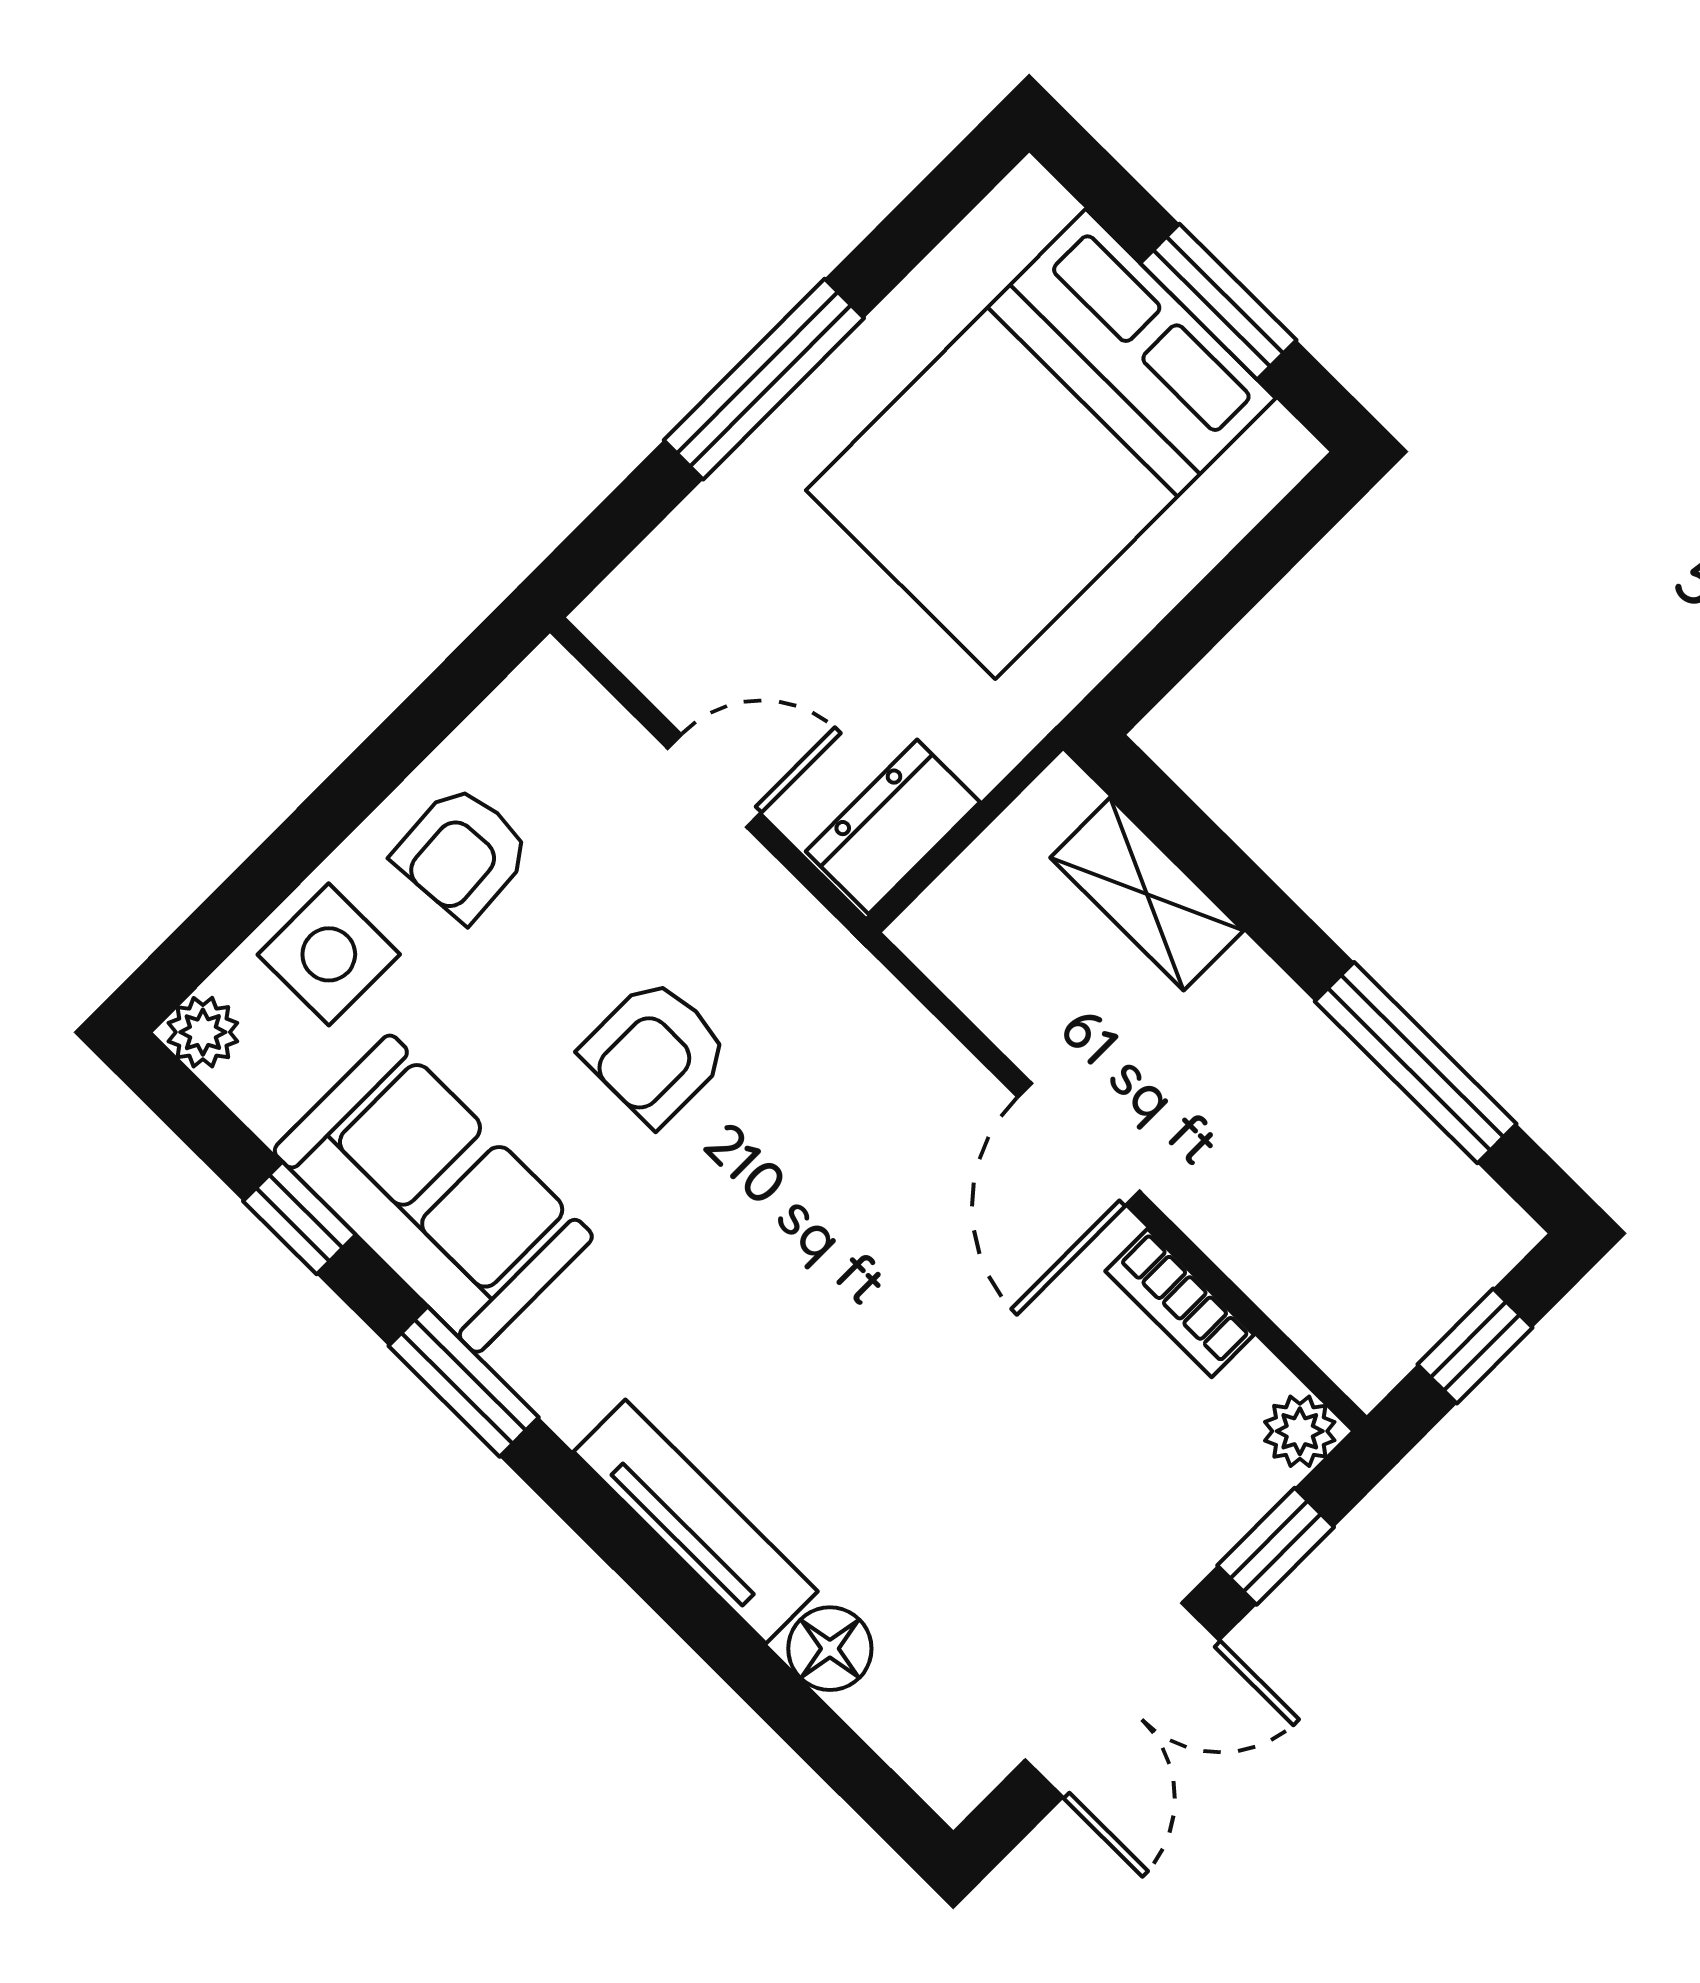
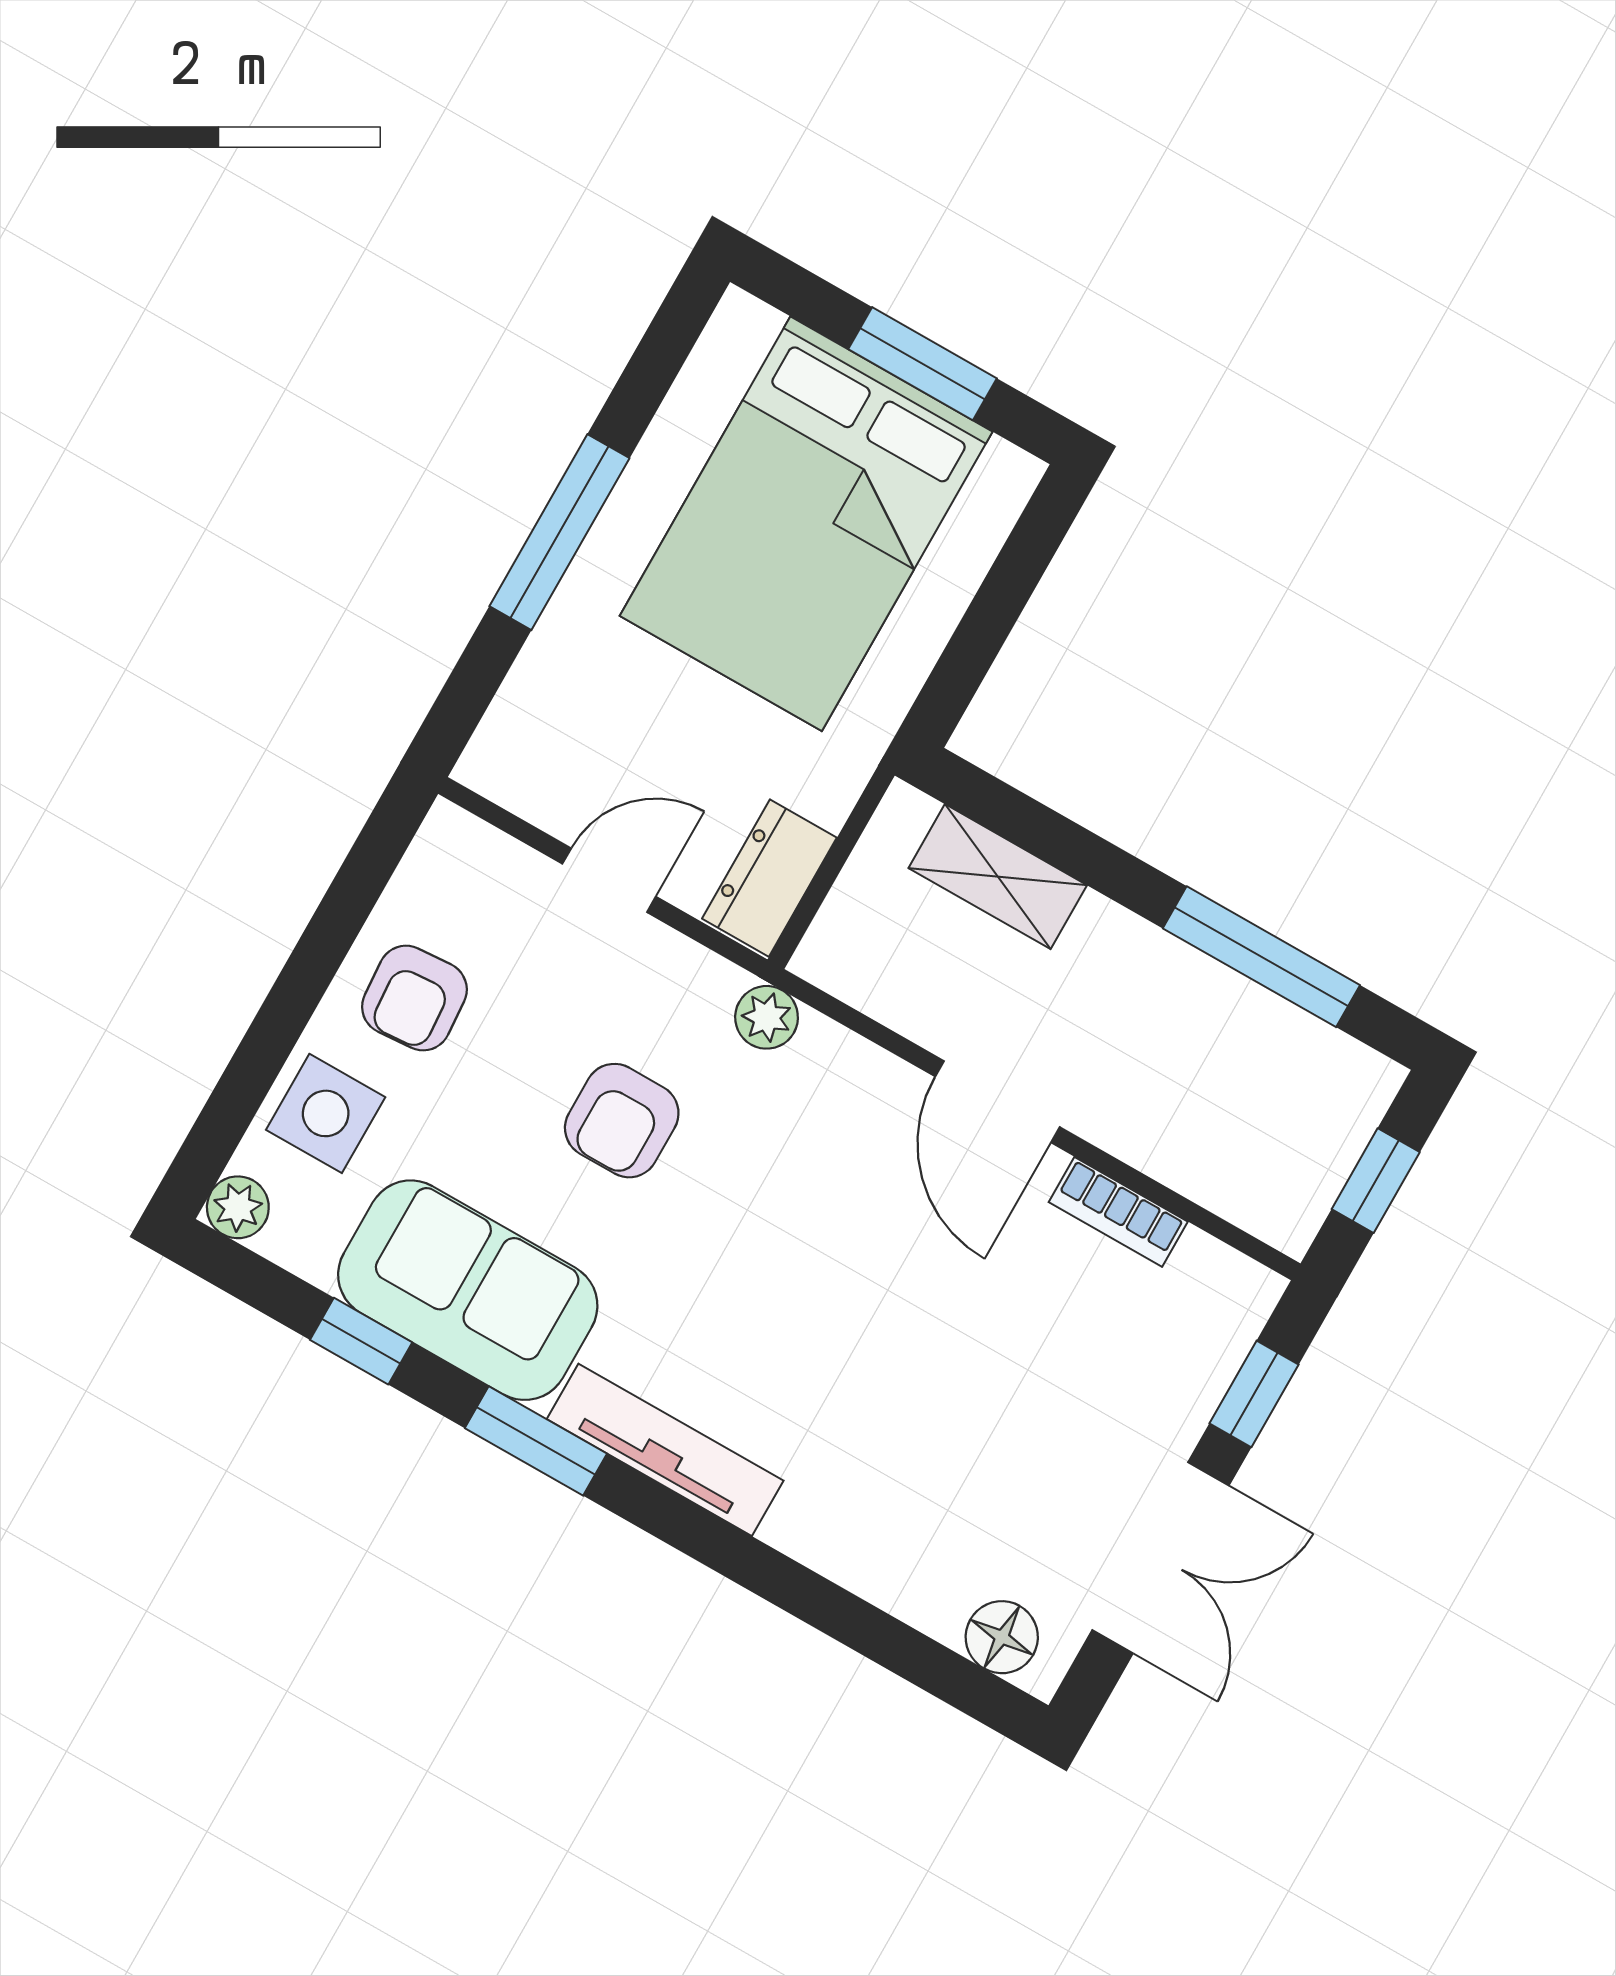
plant: (1300, 1431) -> (767, 1017), moved
tv unit: (696, 1521) -> (665, 1450), moved
floor lamp: (830, 1649) -> (1002, 1637), moved

